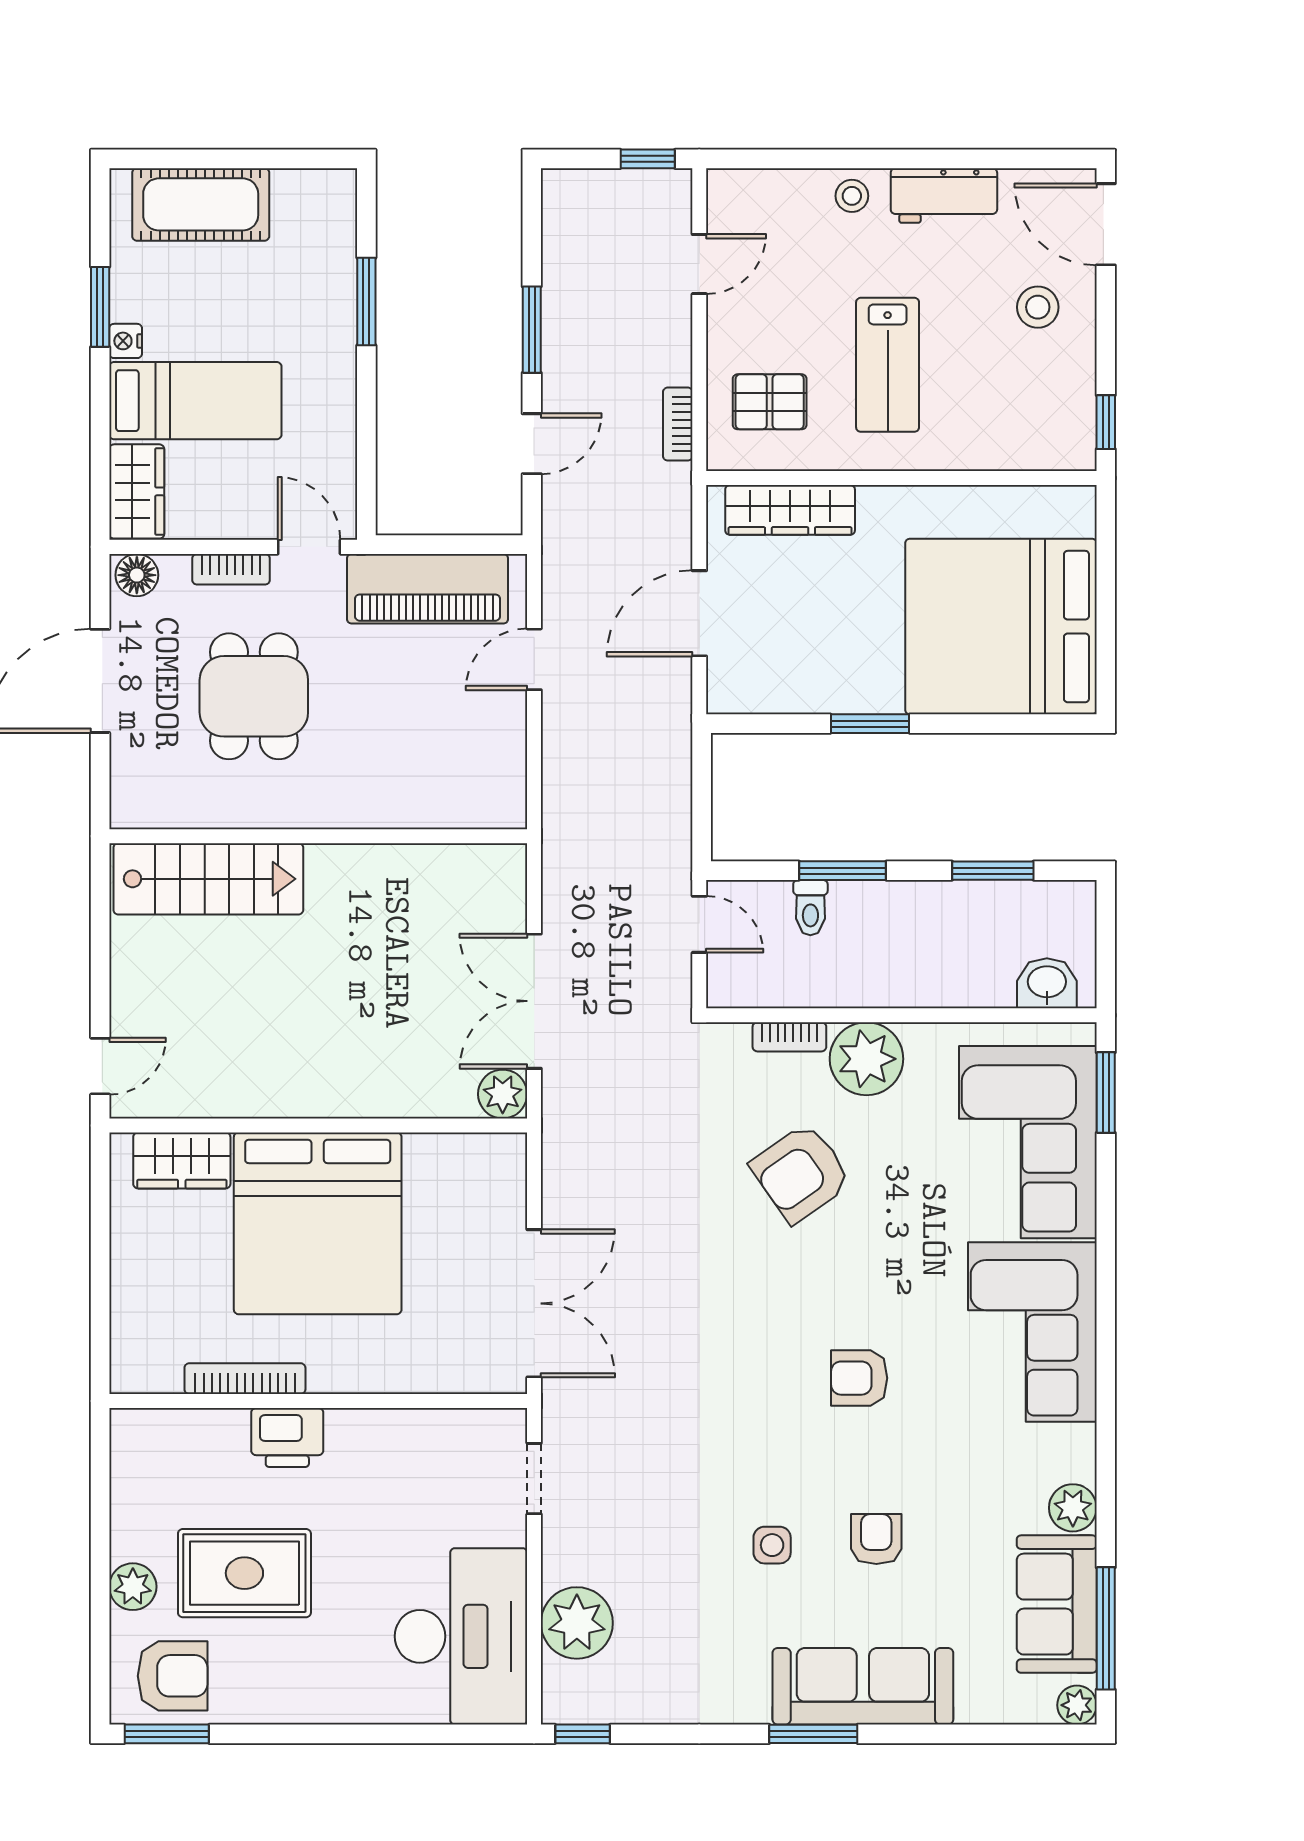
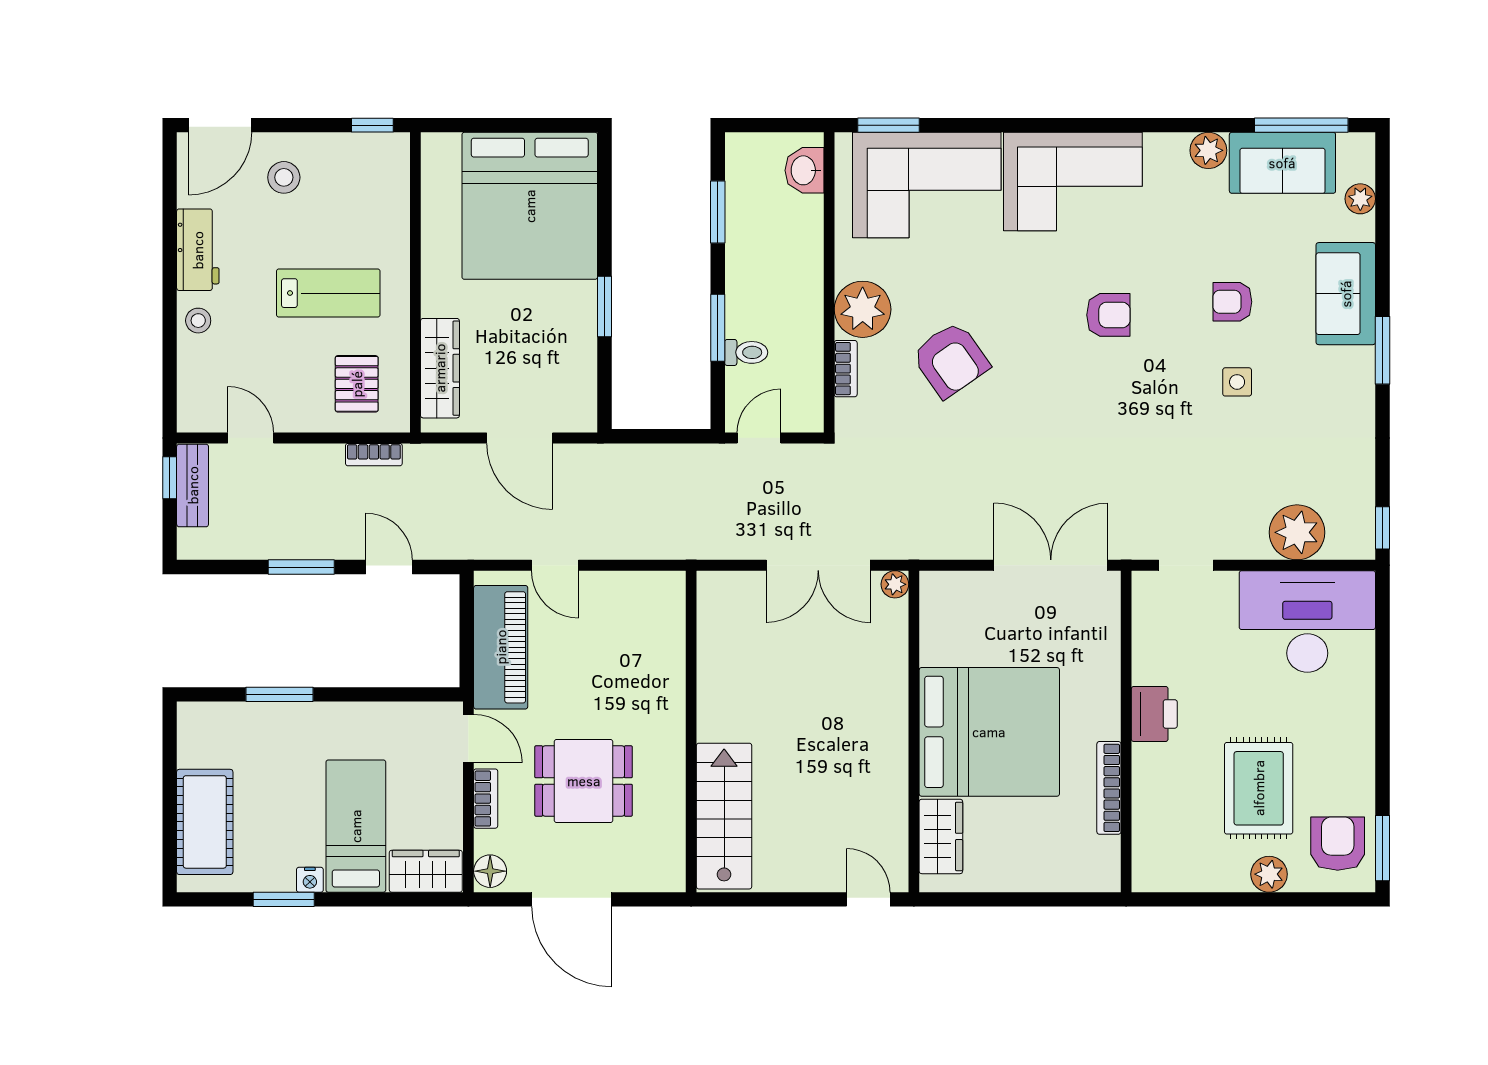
bench: (638, 189) -> (193, 485), added
door: (309, 547) -> (468, 738), swing flipped
plant: (503, 1094) -> (895, 584), width x0.73, depth x0.73
armchair: (859, 1378) -> (1108, 315), turned -90
printer: (287, 1437) -> (1154, 714), moved
sofa: (863, 1686) -> (1346, 294), width x0.73
plant: (1077, 1705) -> (1360, 199), moved

